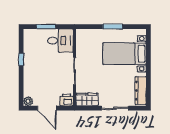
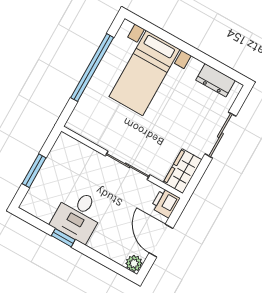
window: (113, 27) -> (92, 68), width x2.11
desk: (60, 41) -> (78, 216), moved, turned 180
dresser: (141, 91) -> (216, 80), width x0.70
door: (47, 108) -> (161, 241), swing flipped

